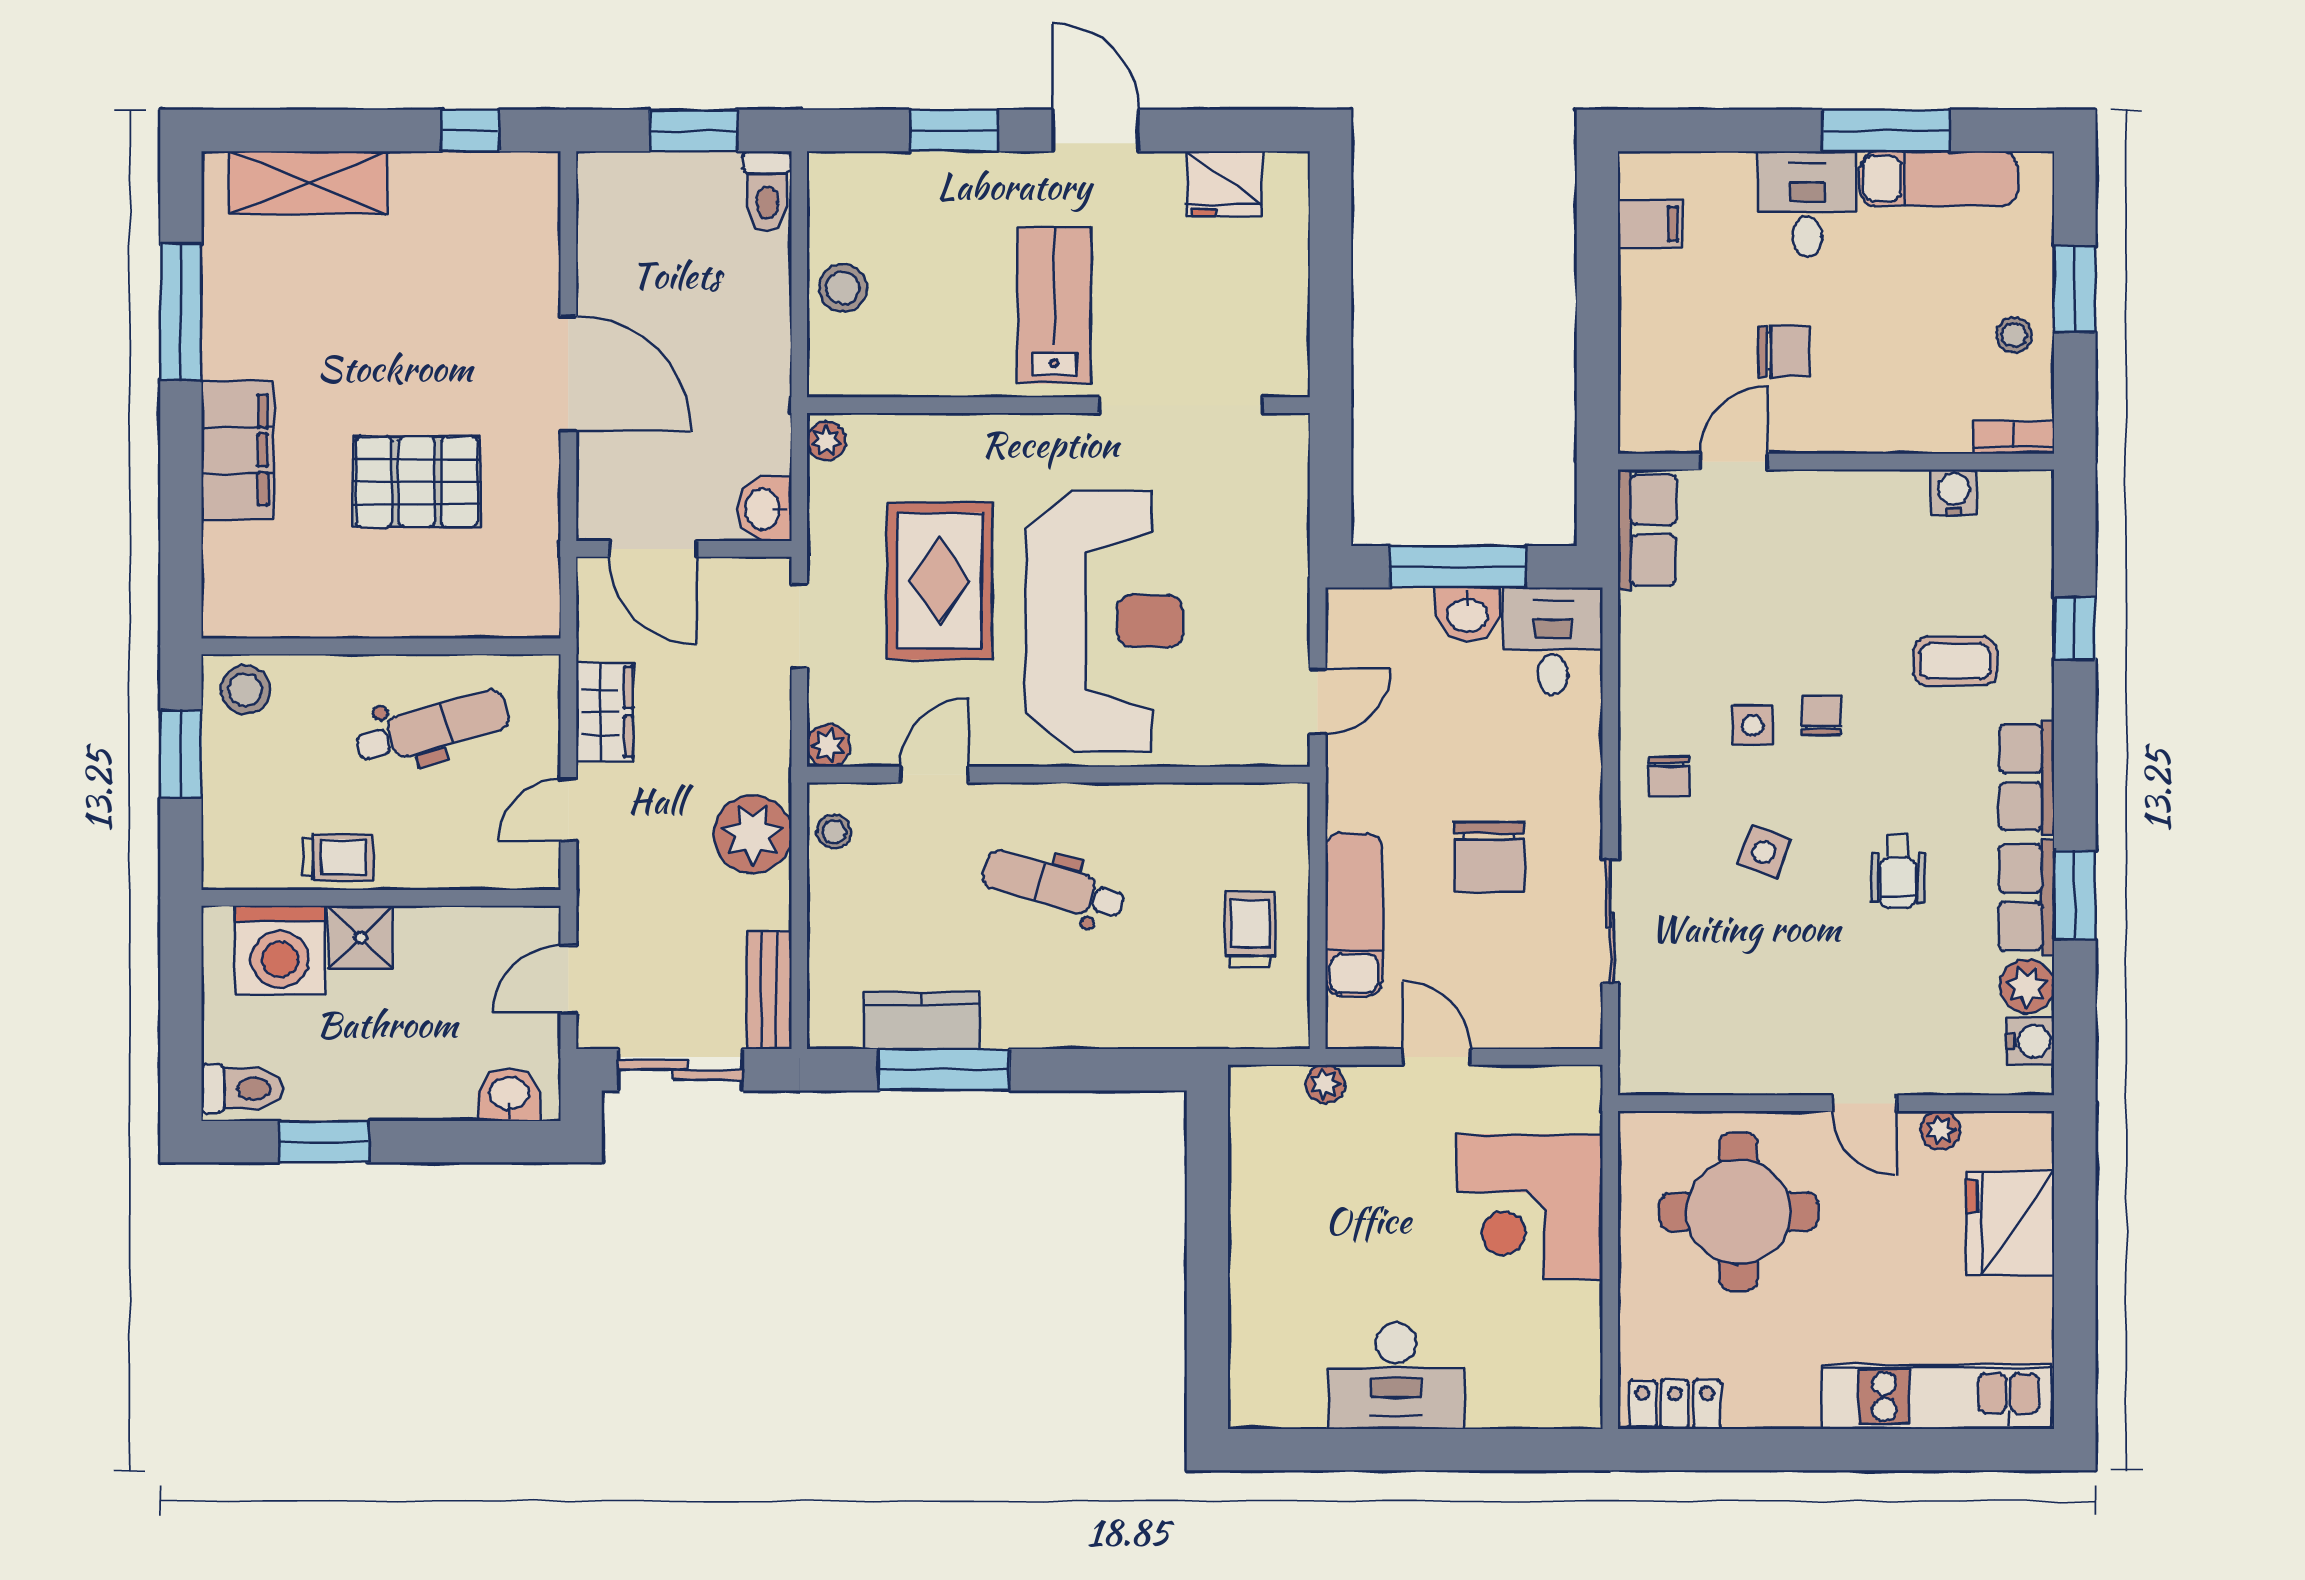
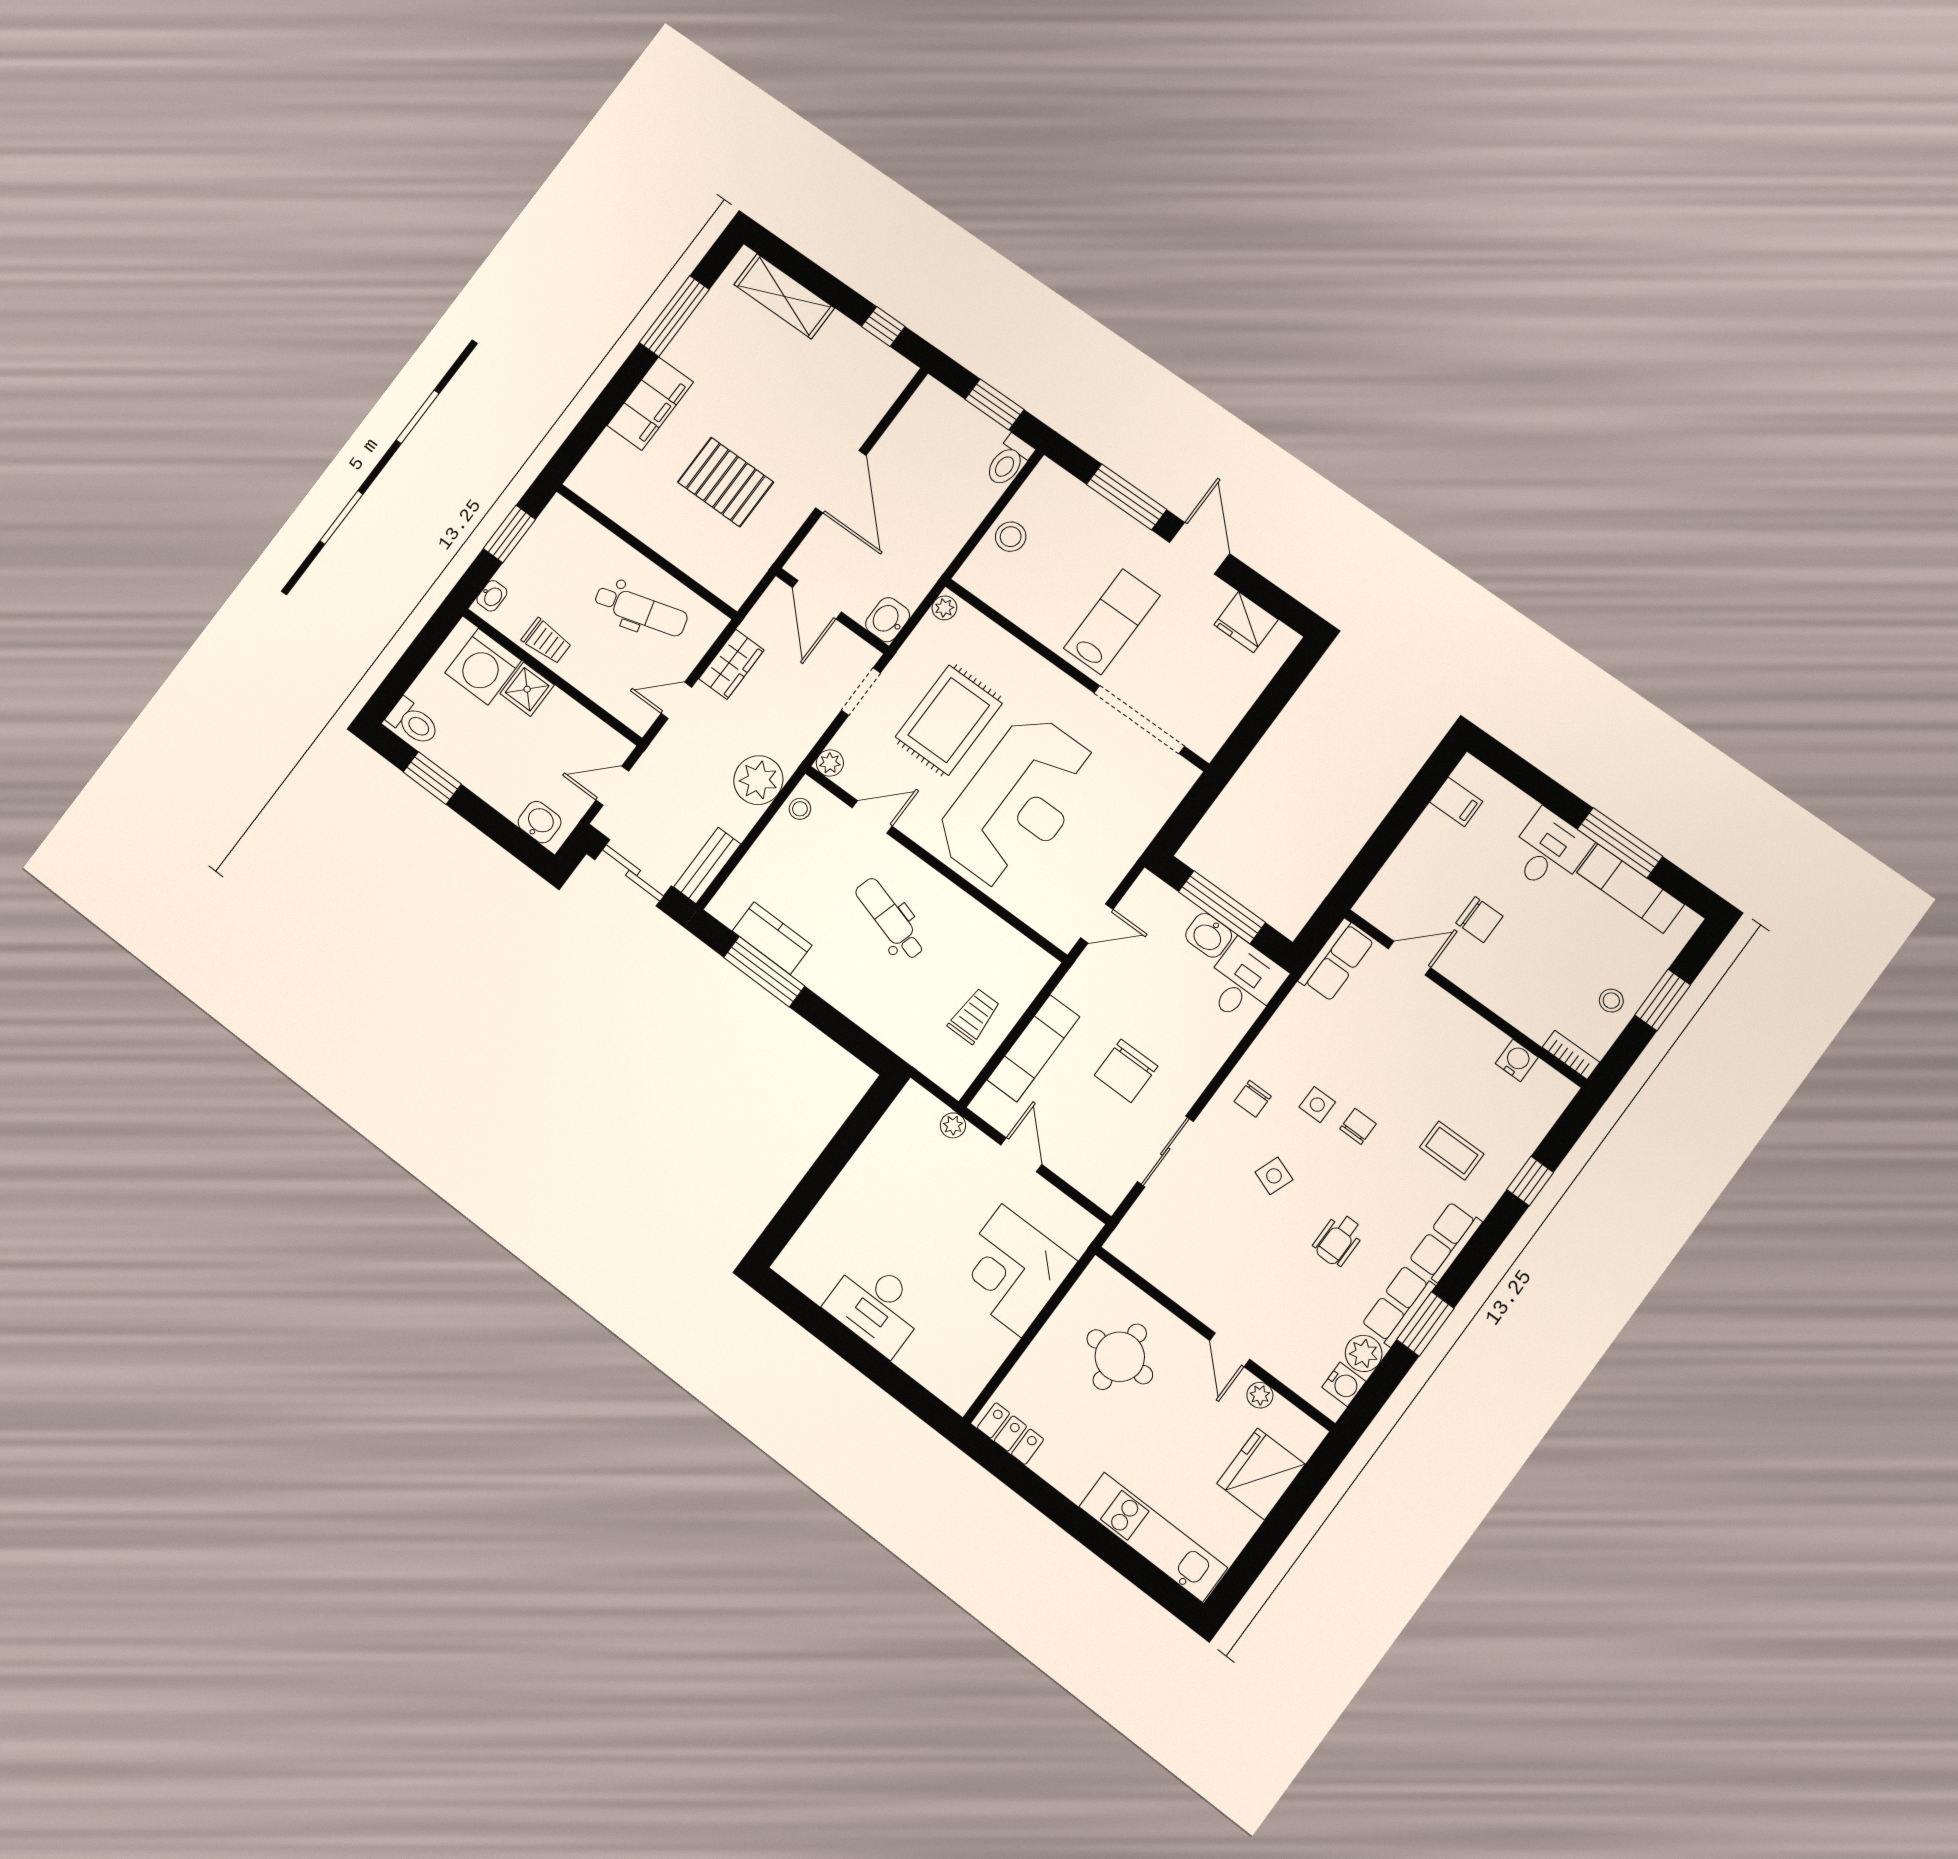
window: (954, 131) -> (1127, 497), width x1.44
stool: (246, 690) -> (565, 525), removed
washbasin: (220, 851) -> (492, 596), added
round table: (1739, 1212) -> (1120, 1357), width x0.73, depth x0.73

